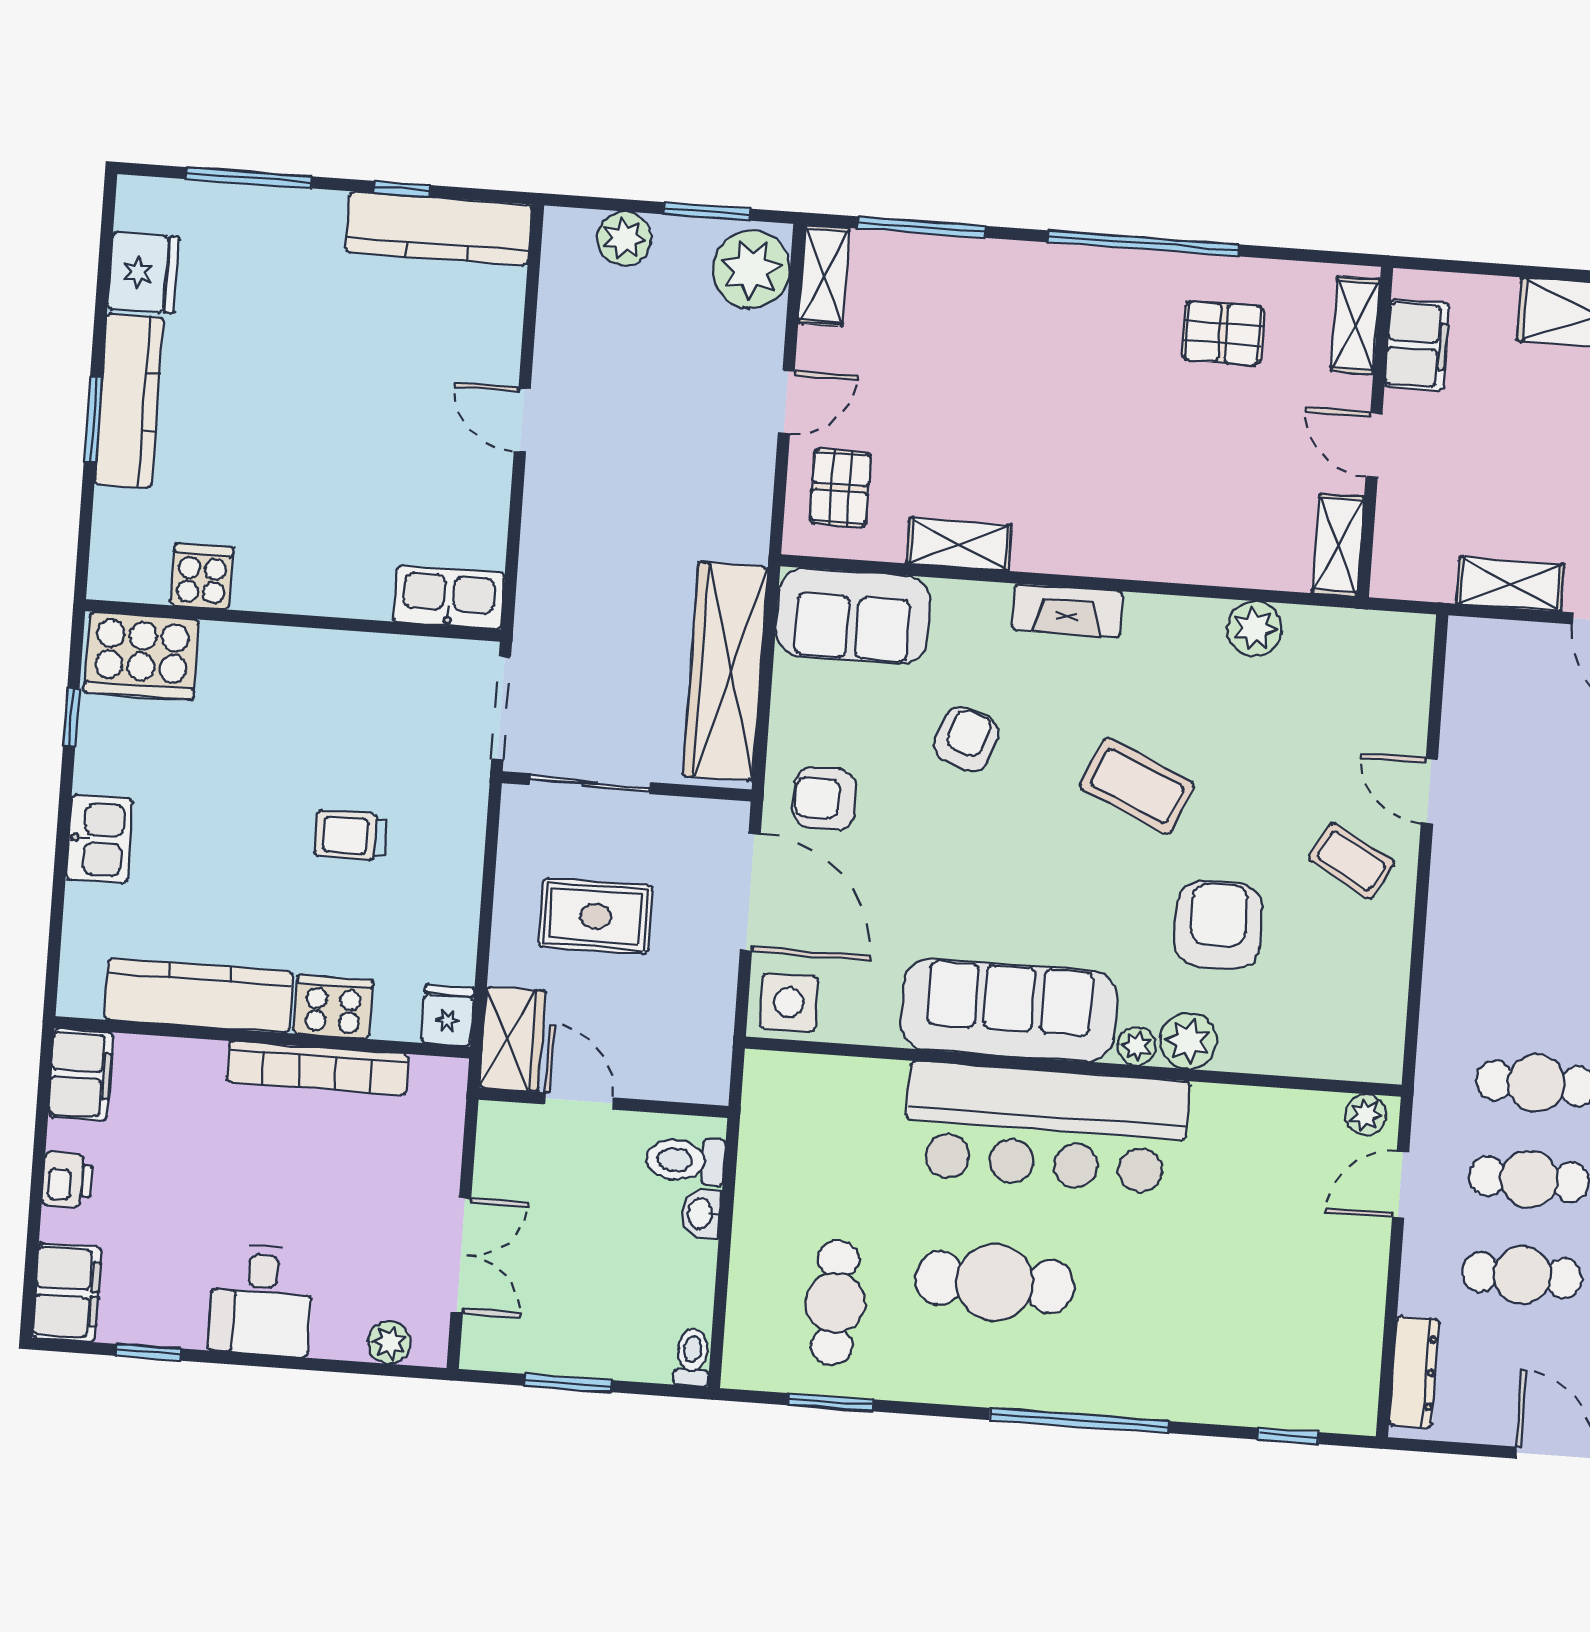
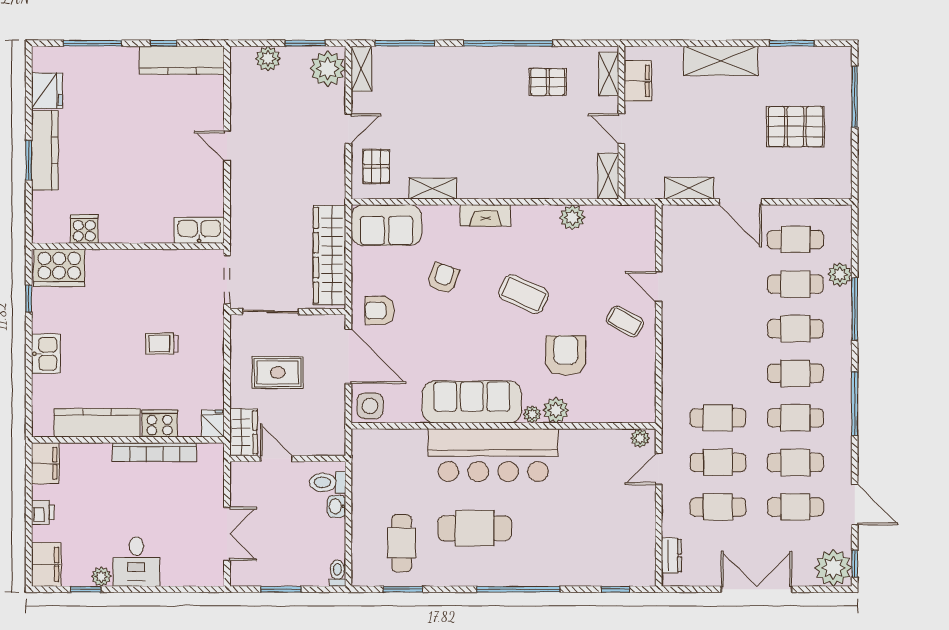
plant: (389, 1342) -> (101, 577), moved
dresser: (1414, 1372) -> (671, 555), width x0.70

